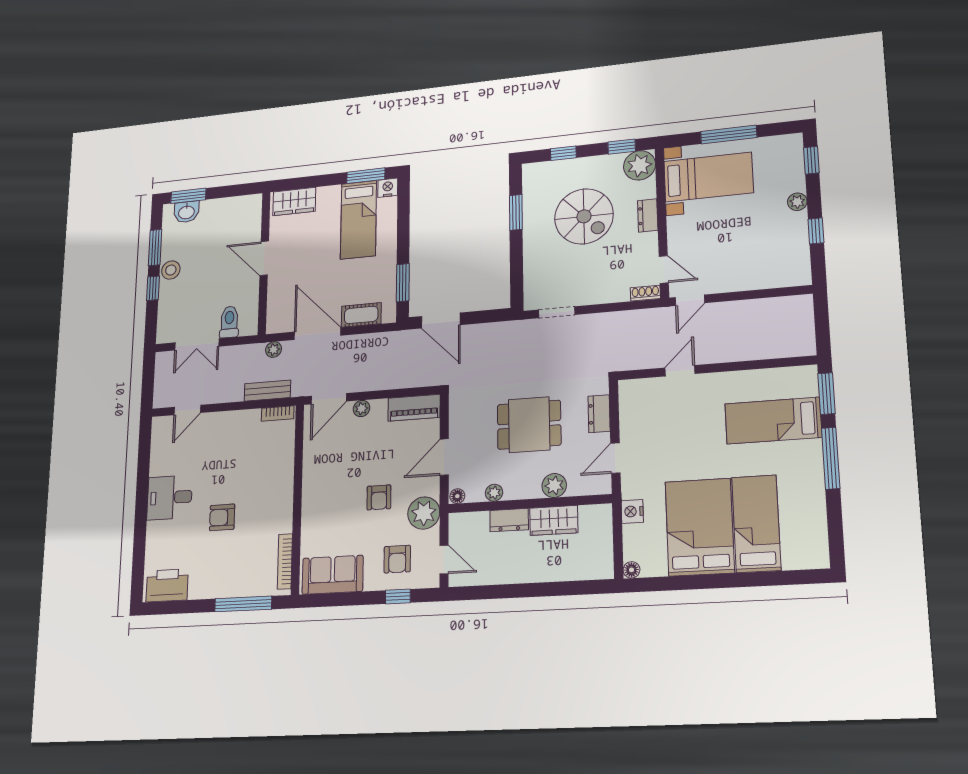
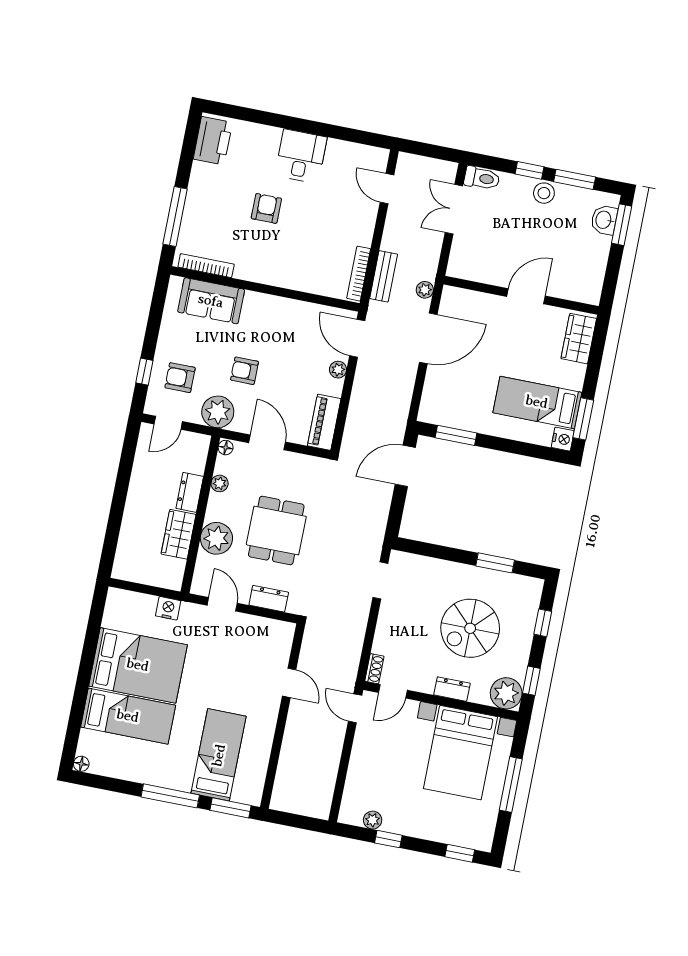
bed with nightstands: (708, 177) -> (460, 753), width x1.36
plant: (797, 202) -> (373, 820), moved
cot: (361, 315) -> (435, 387), removed
toilet: (229, 322) -> (482, 178), moved
bookcase: (278, 413) -> (359, 274), width x1.56
plant: (554, 485) -> (216, 538), width x1.36, depth x1.36
floor lamp: (631, 570) -> (81, 764), moved
sofa: (333, 575) -> (211, 301), moved, turned 90

